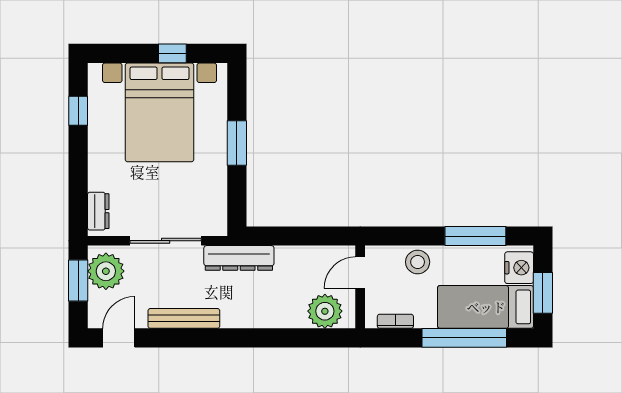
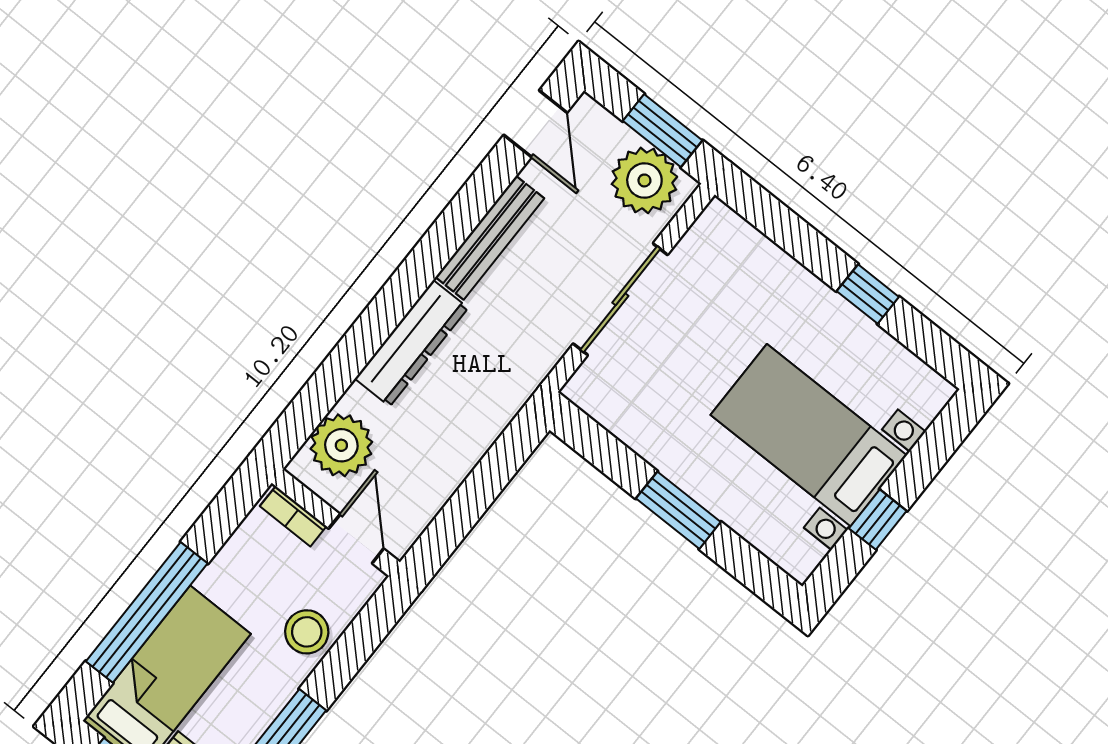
window: (78, 111) -> (868, 294), moved
bed with nightstands: (160, 112) -> (809, 435), width x0.73
dresser: (98, 211) -> (738, 237), removed
dresser: (239, 258) -> (411, 343), moved, turned 180
bookcase: (395, 321) -> (293, 516), moved, turned 90

